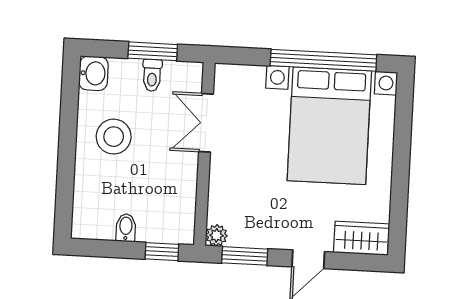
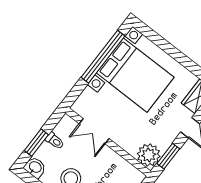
window: (153, 51) -> (36, 143), moved
plant: (217, 235) -> (149, 155), width x1.88, depth x1.88

